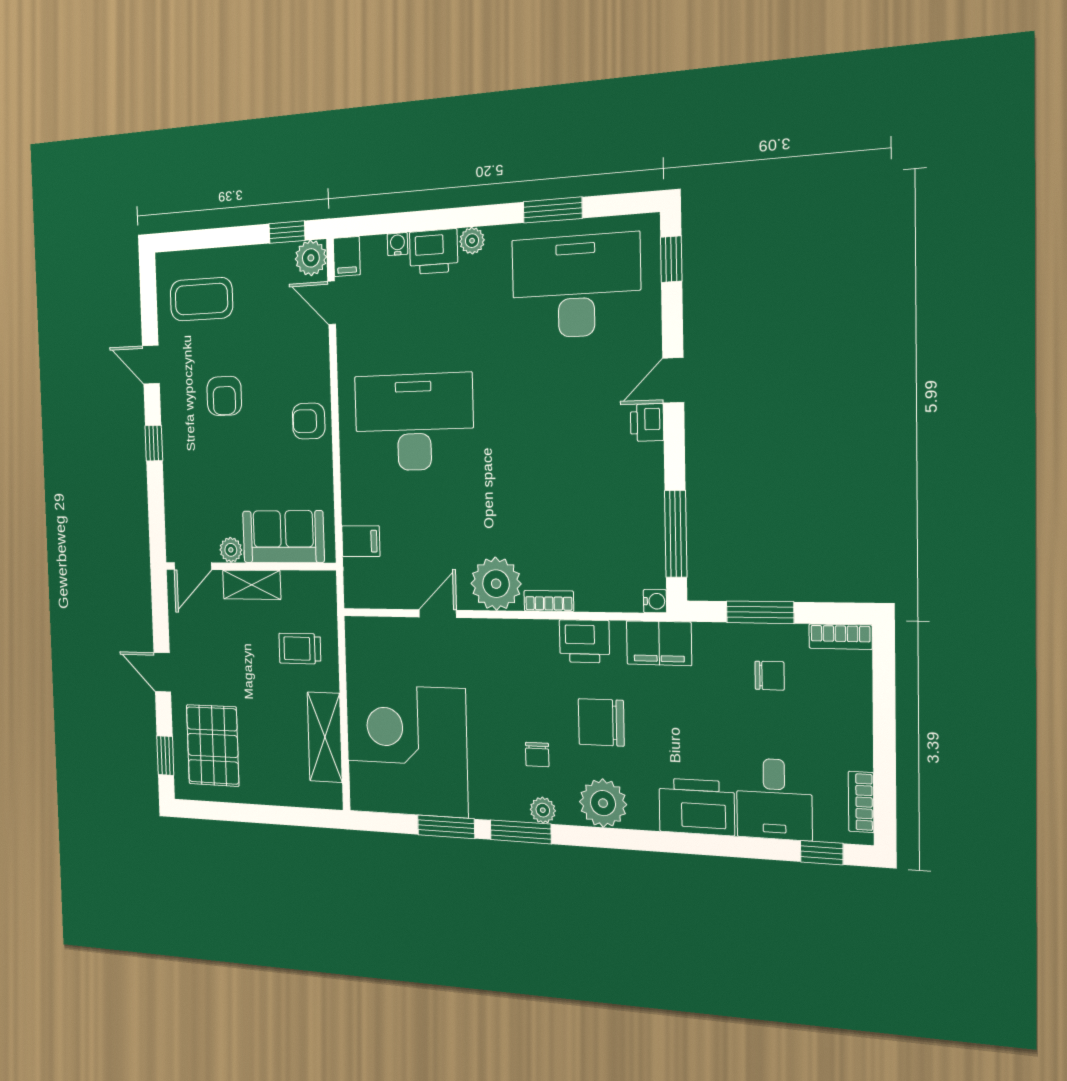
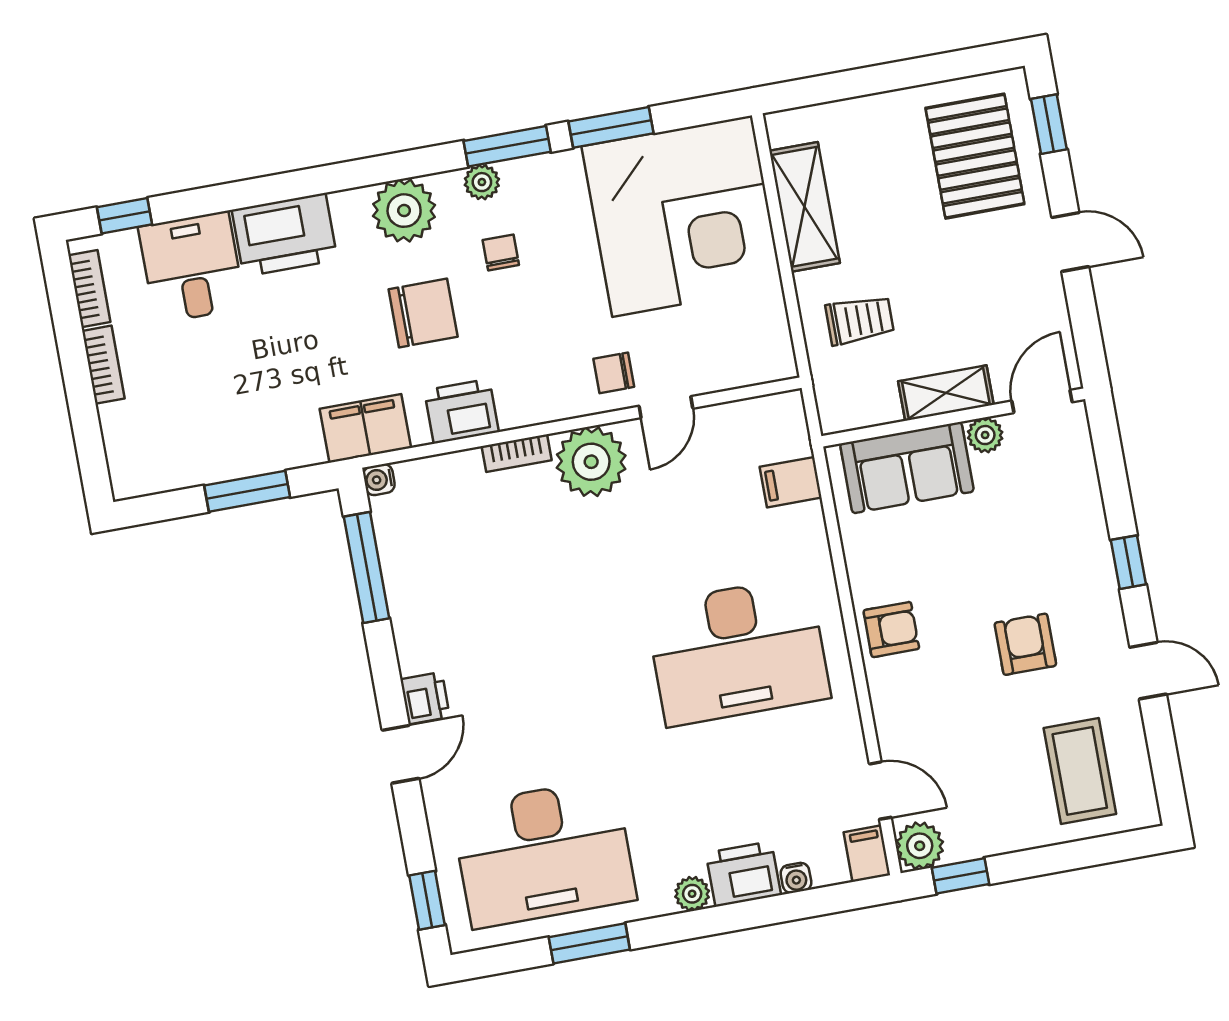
coffee table: (201, 299) -> (1080, 771), turned 90
bookcase: (840, 637) -> (103, 365), moved, turned 90
chair: (770, 676) -> (614, 373), moved

